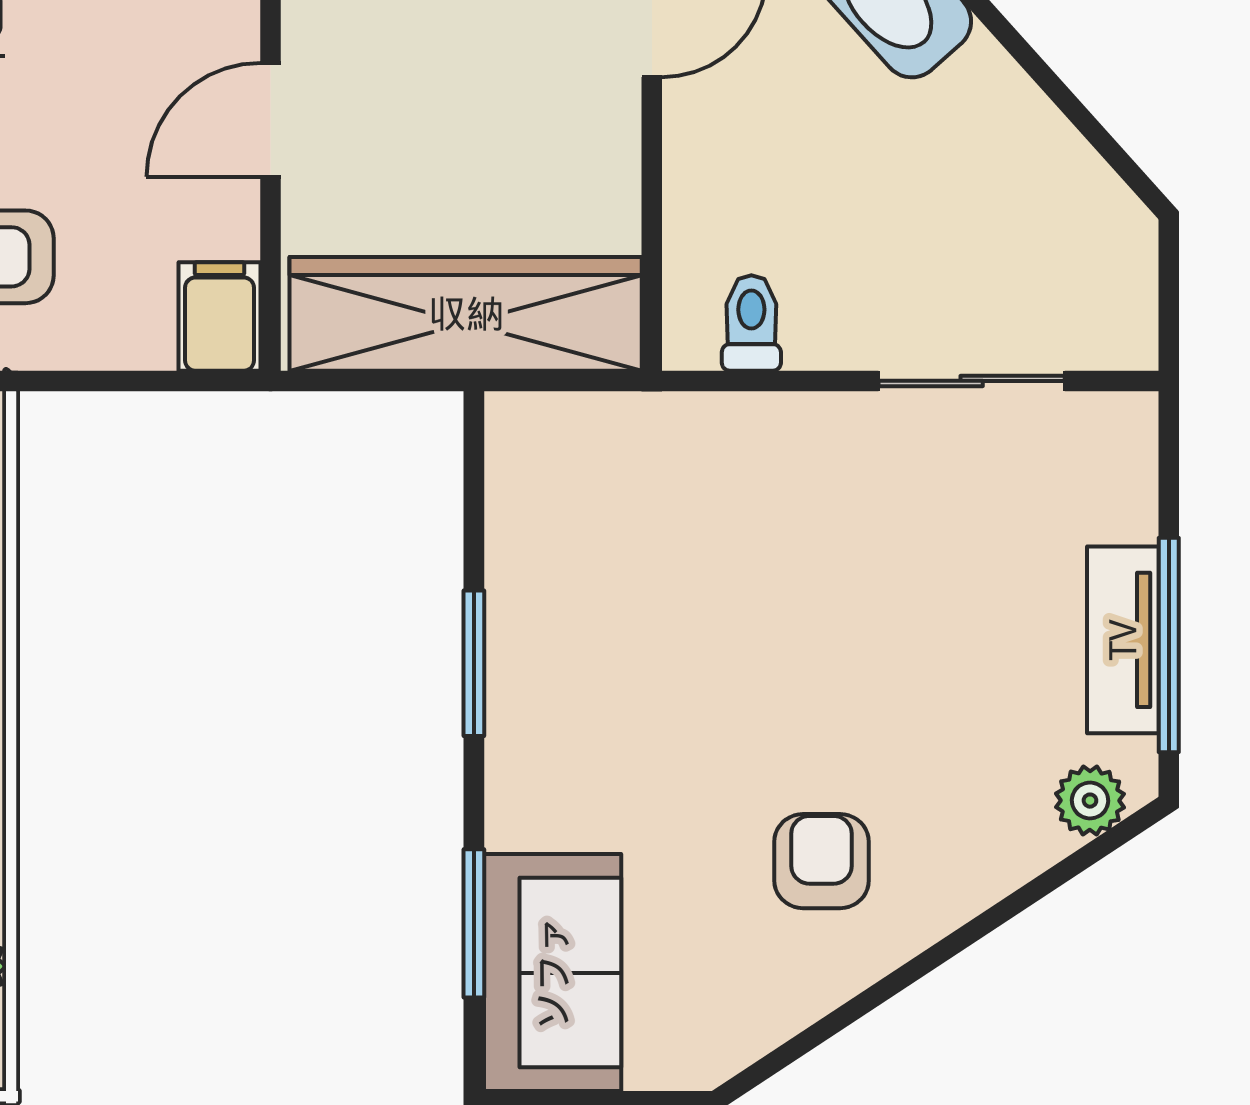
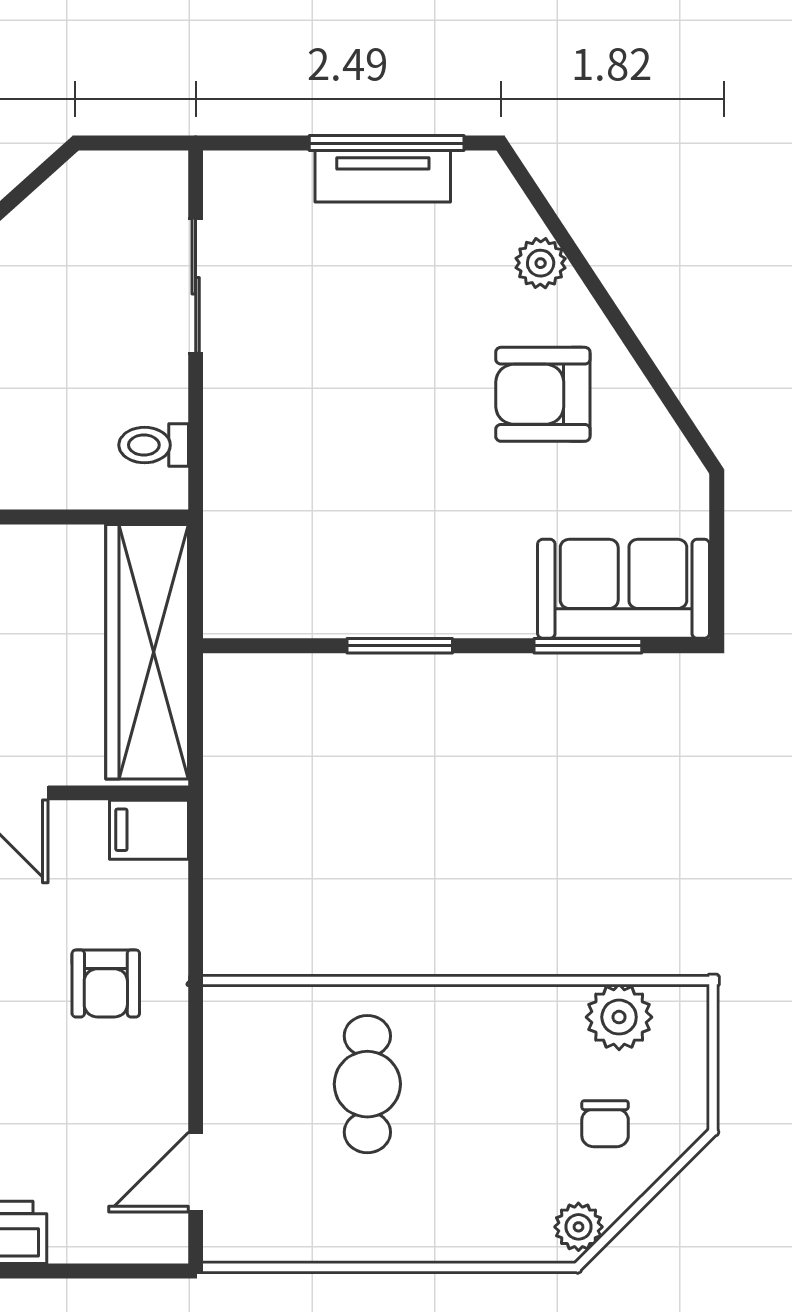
plant: (1090, 801) -> (541, 263), moved
armchair: (822, 861) -> (543, 394), width x1.38, depth x1.38

